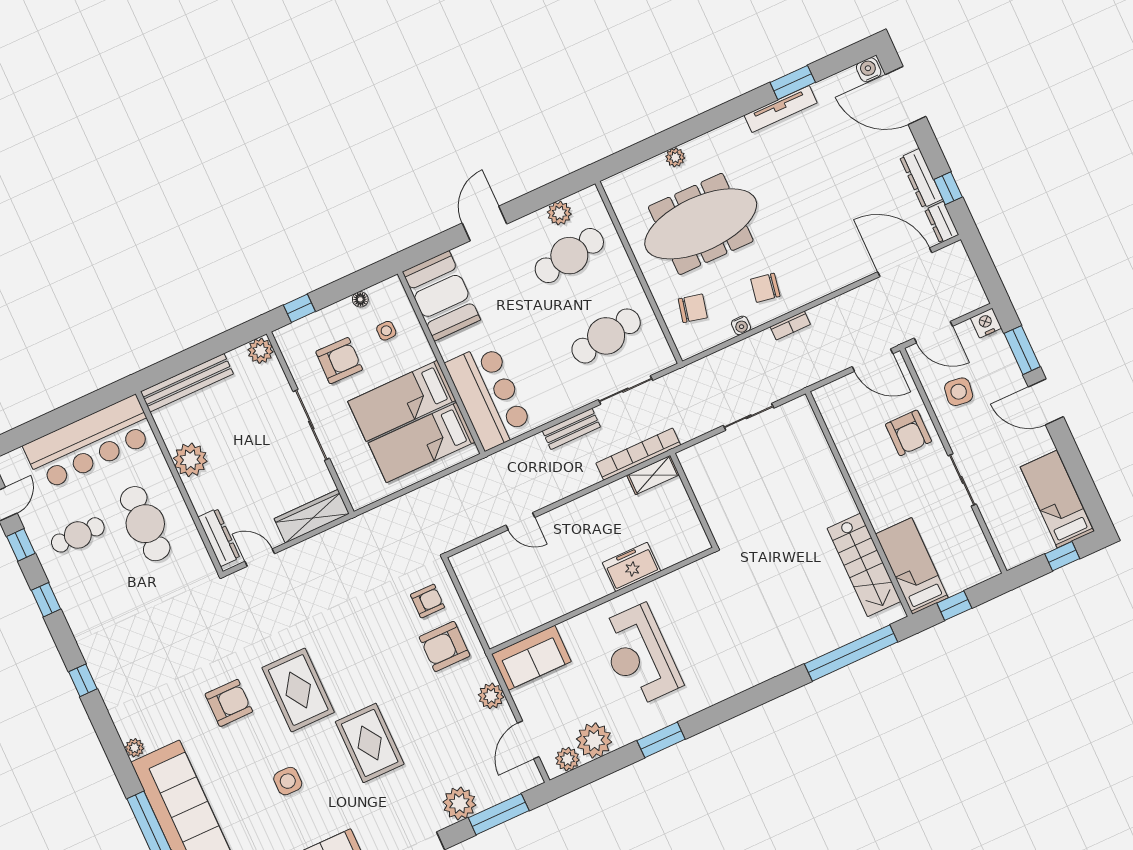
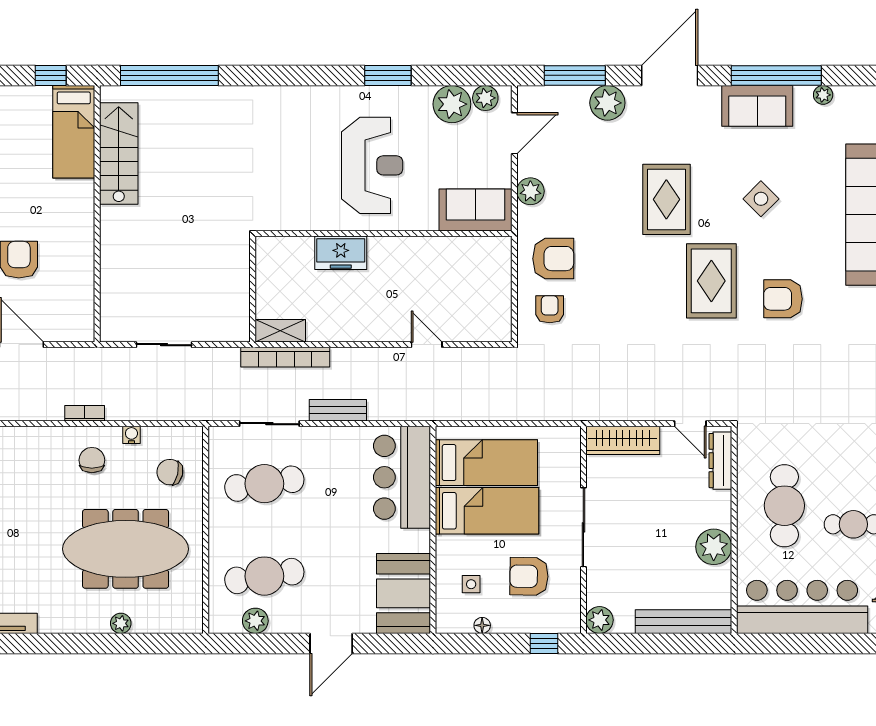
chair: (765, 288) -> (92, 460), turned -100
armchair: (427, 601) -> (550, 309), turned 90
side table: (288, 781) -> (761, 199), turned 45

